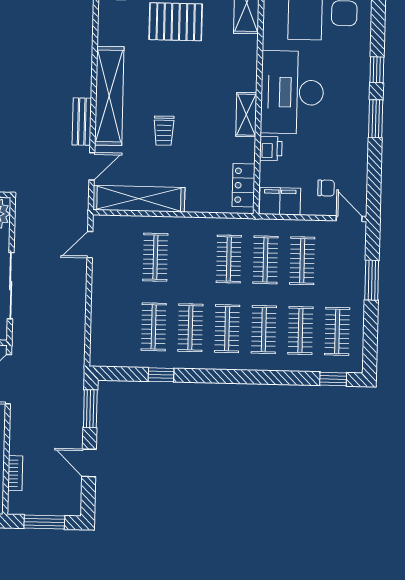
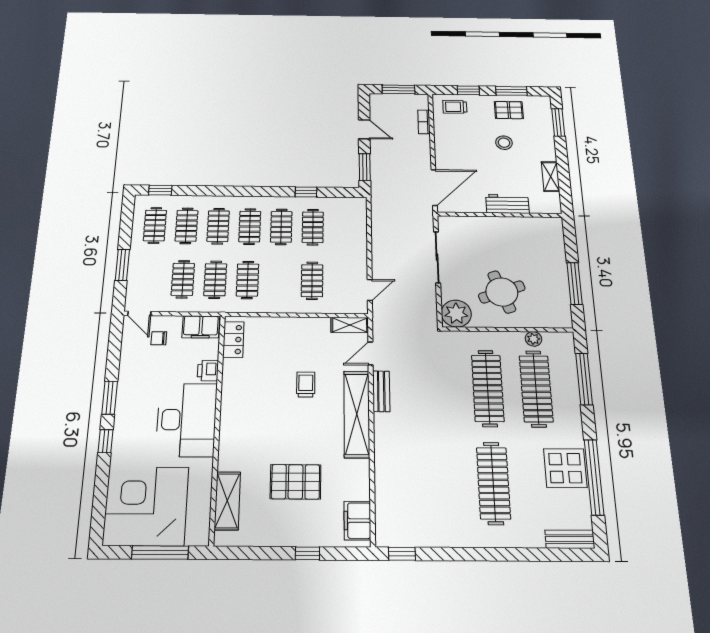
shelving: (246, 115) -> (230, 400), removed
shelving: (139, 199) -> (350, 325), width x0.45, depth x0.75

